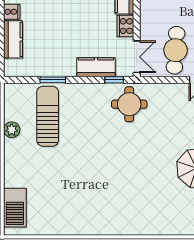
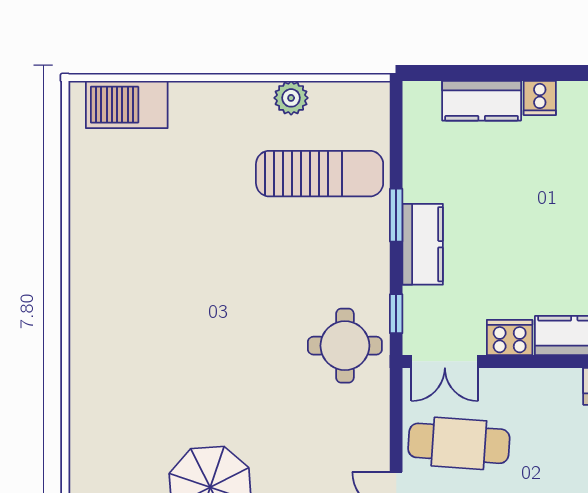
kitchen counter: (96, 67) -> (423, 244), moved
window: (53, 80) -> (396, 215), moved

